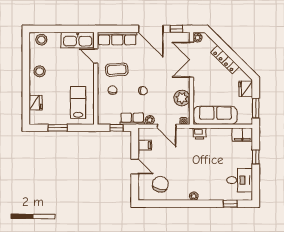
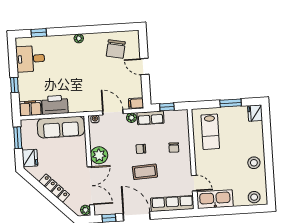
coffee table: (117, 70) -> (145, 172), moved
plant: (182, 98) -> (99, 155), moved
fridge: (36, 103) -> (255, 113), moved
printer: (200, 134) -> (55, 105), moved, width x1.87, depth x1.48
filing cabinet: (145, 145) -> (136, 103), moved

